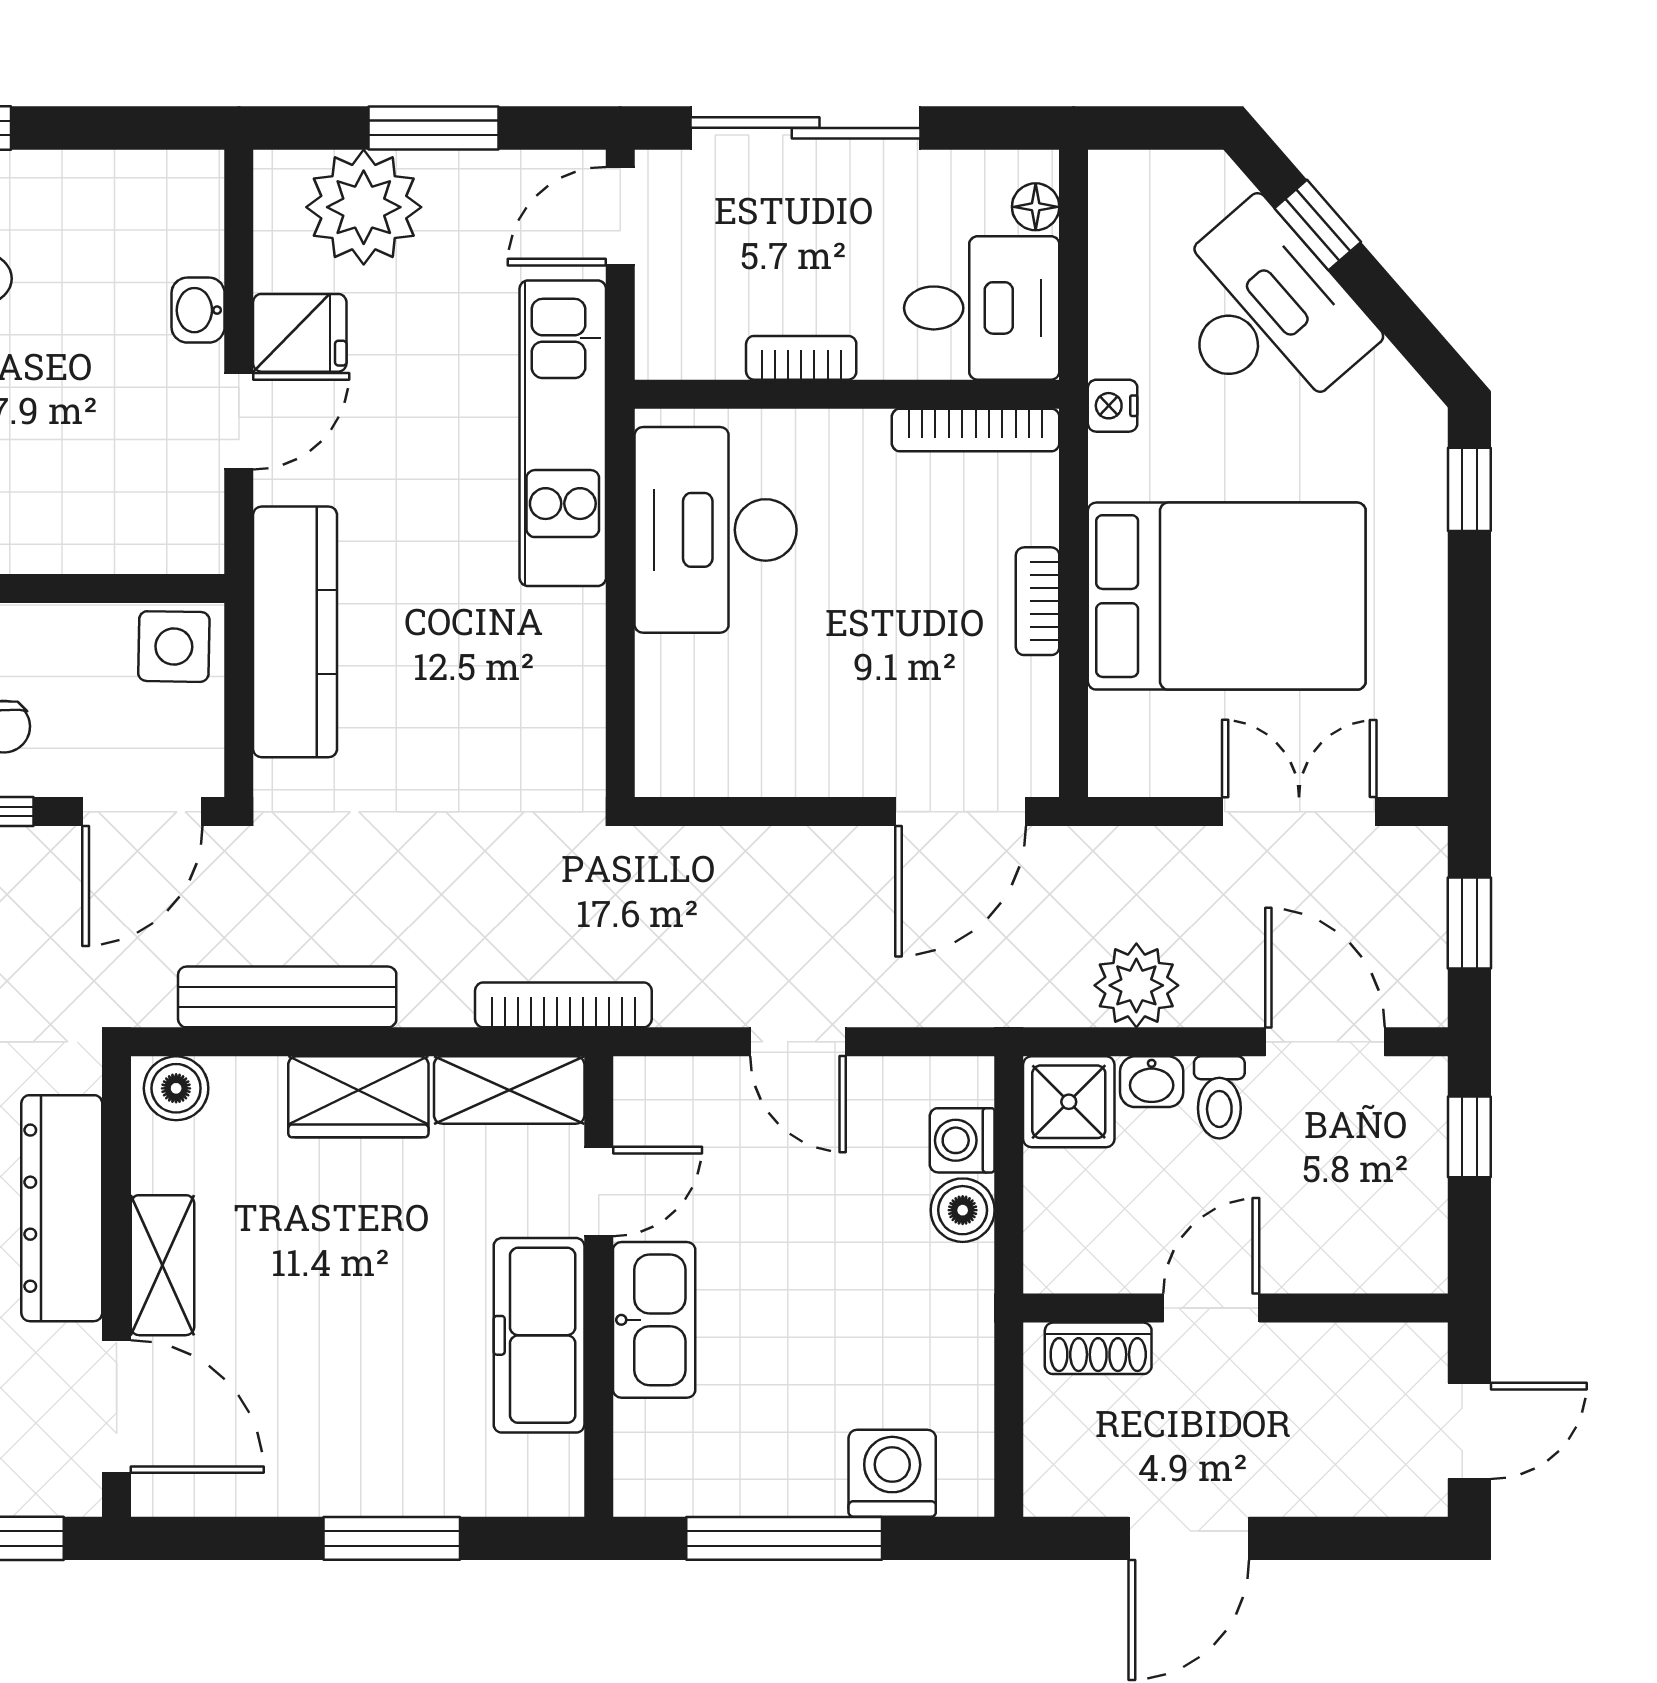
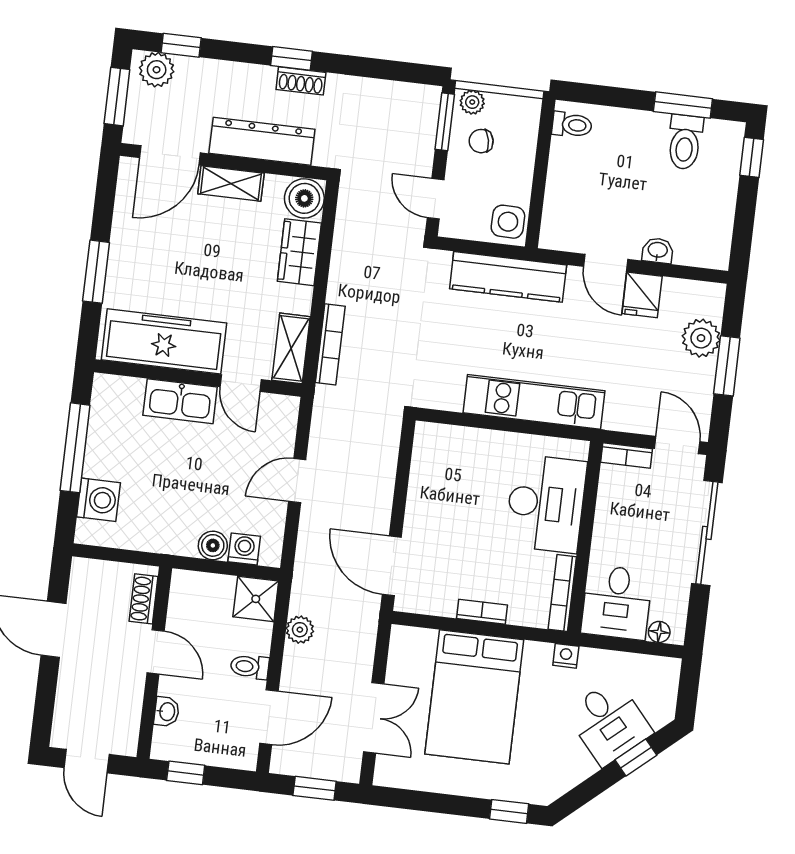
plant: (364, 207) -> (701, 338), width x0.73, depth x0.73
desk: (1265, 314) -> (609, 722), width x0.73
bookcase: (801, 358) -> (627, 456), moved, turned 90
kitchen unit: (563, 433) -> (534, 402), moved
desk: (716, 530) -> (546, 503), moved, turned 90
door: (142, 812) -> (436, 199), width x0.73
plant: (1136, 985) -> (300, 630), width x0.73, depth x0.73
bench: (287, 997) -> (345, 254), removed
bookcase: (563, 1005) -> (330, 344), moved
washbasin: (1152, 1082) -> (167, 712), moved, turned 180
boiler: (176, 1088) -> (304, 198), width x1.36, depth x1.36
wardrobe: (358, 1097) -> (299, 252), moved
window: (1469, 1137) -> (186, 773), moved
freezer: (539, 1335) -> (164, 341), width x1.36, depth x1.26

